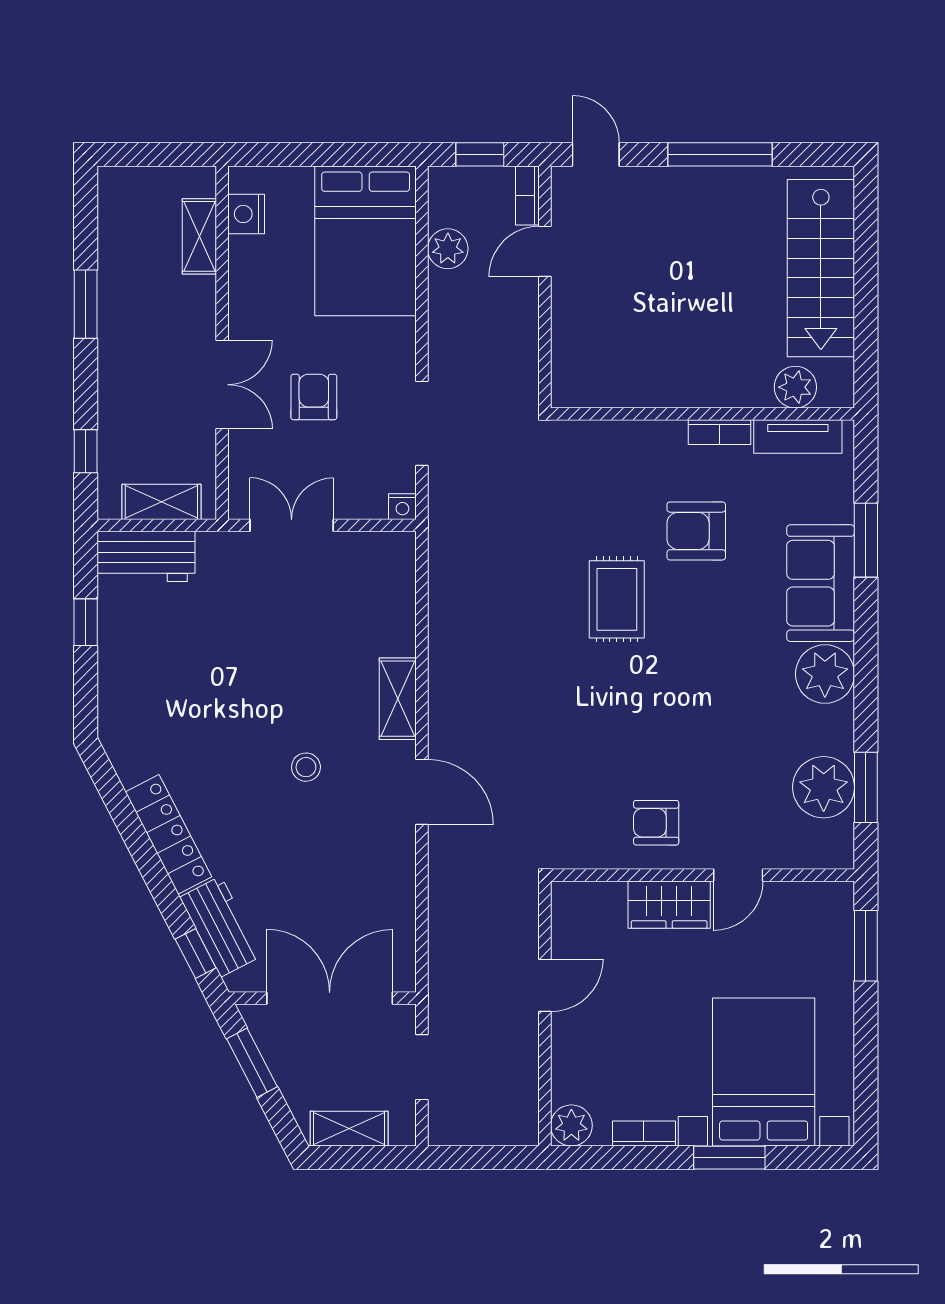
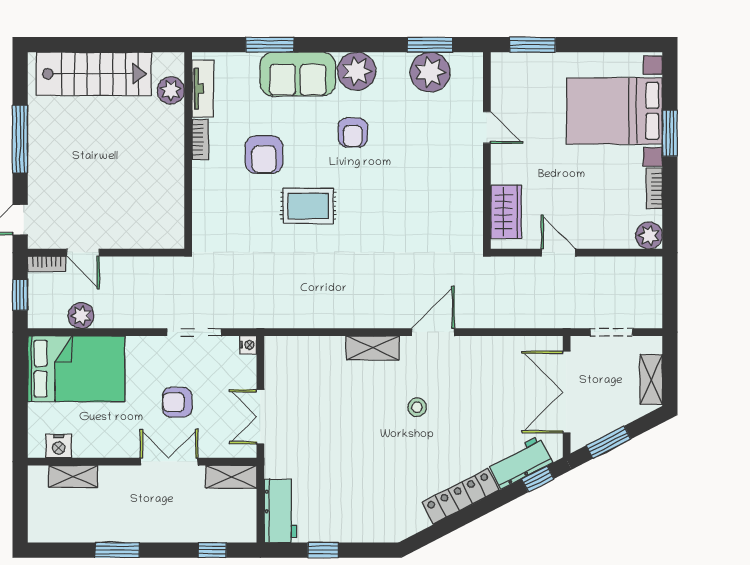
shelving: (161, 502) -> (231, 477), moved, turned 90
armchair: (656, 823) -> (353, 133), moved
wardrobe: (669, 905) -> (506, 212), moved

